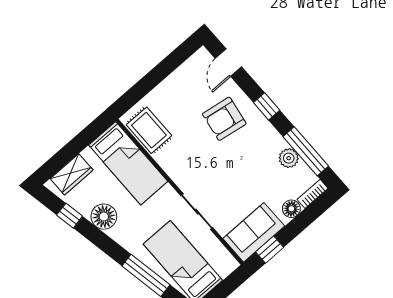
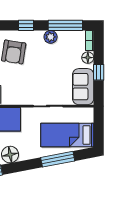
plant: (289, 158) -> (51, 37), moved
window: (270, 250) -> (99, 72), moved

